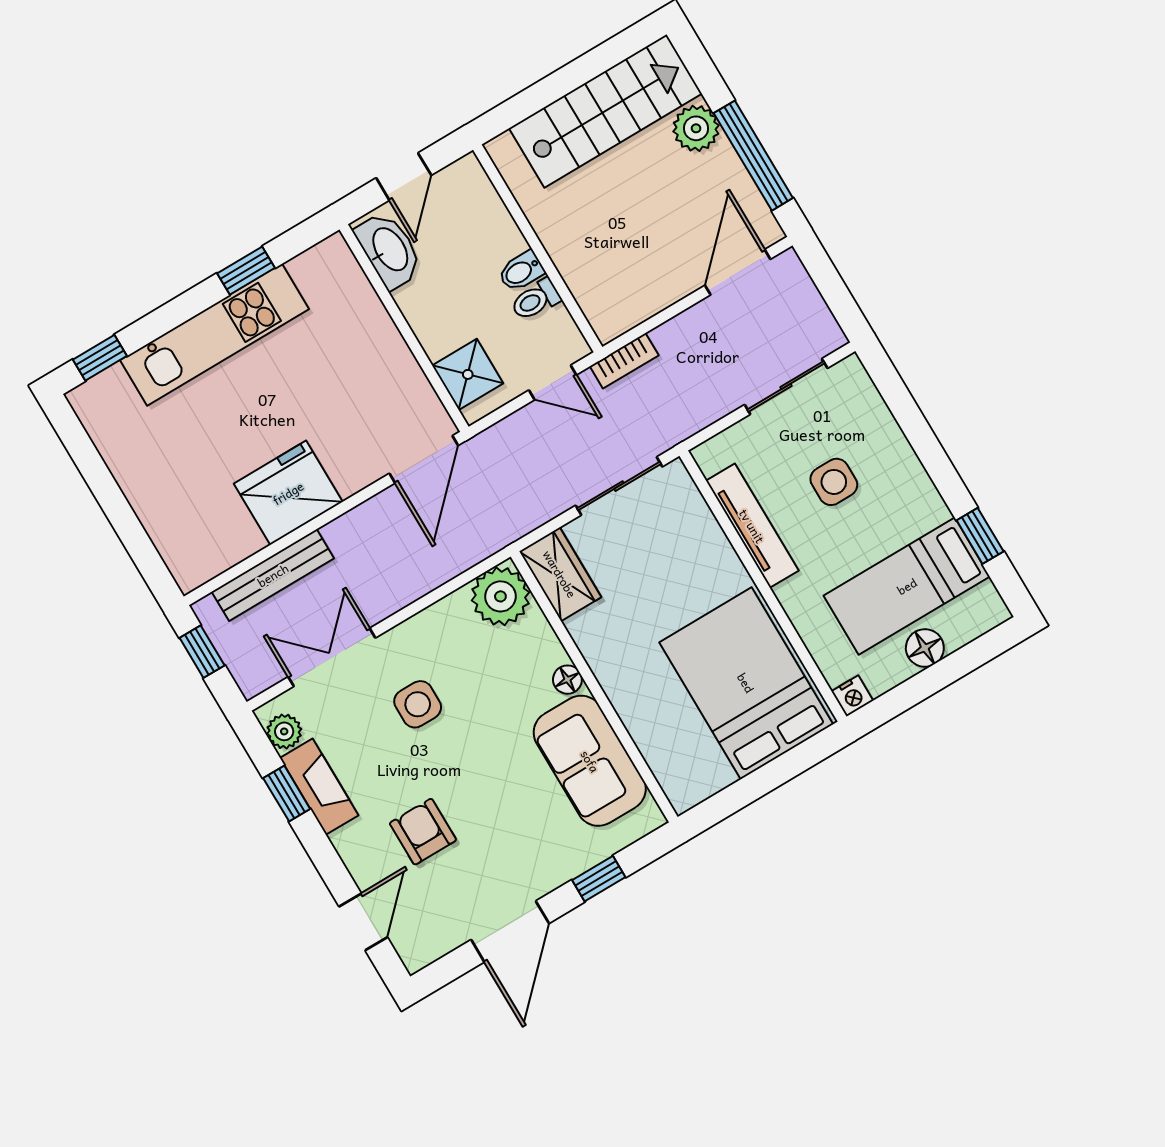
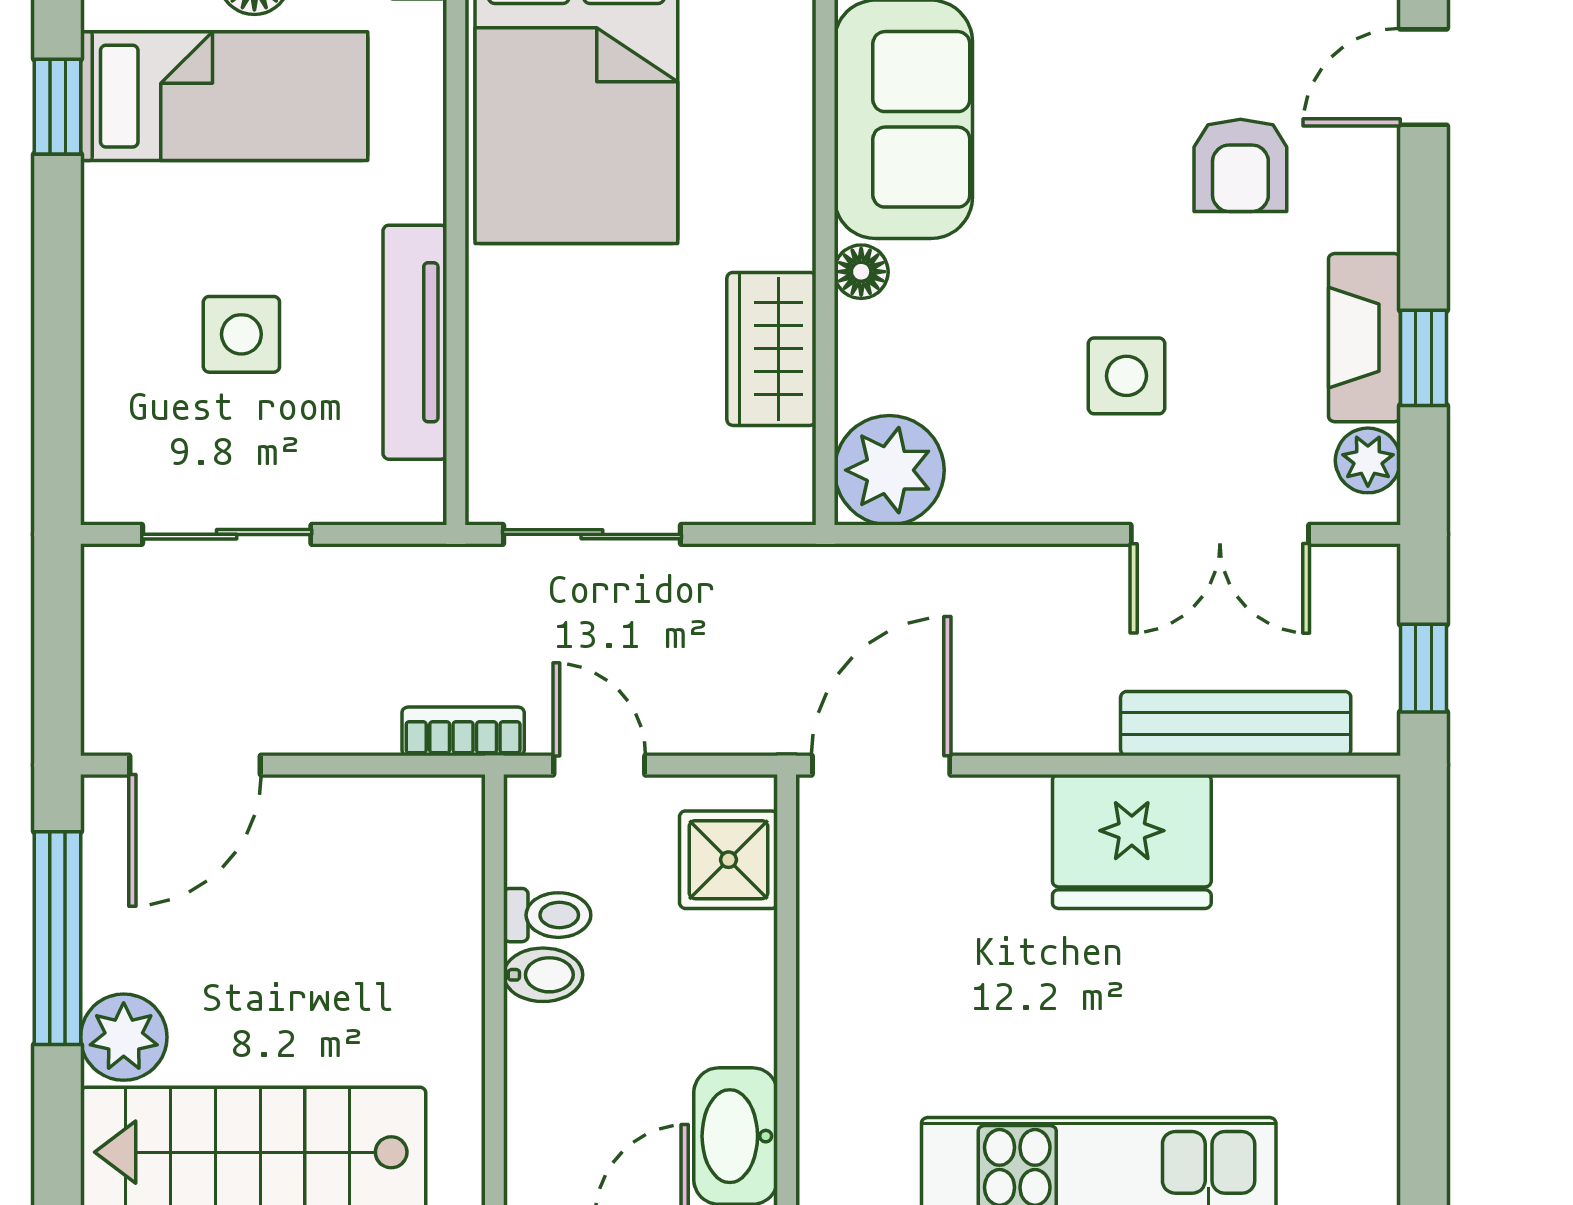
wardrobe: (560, 574) -> (771, 349), moved

